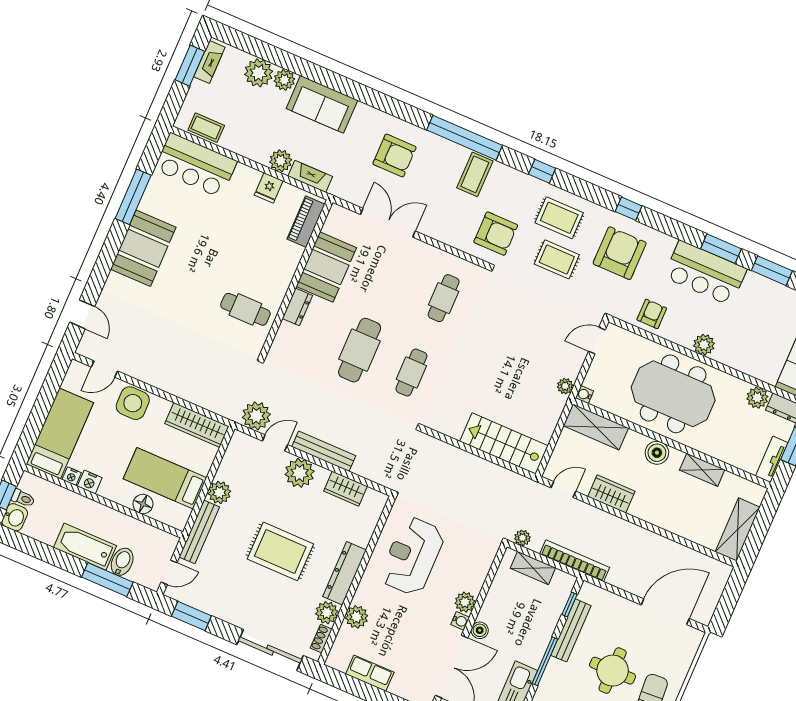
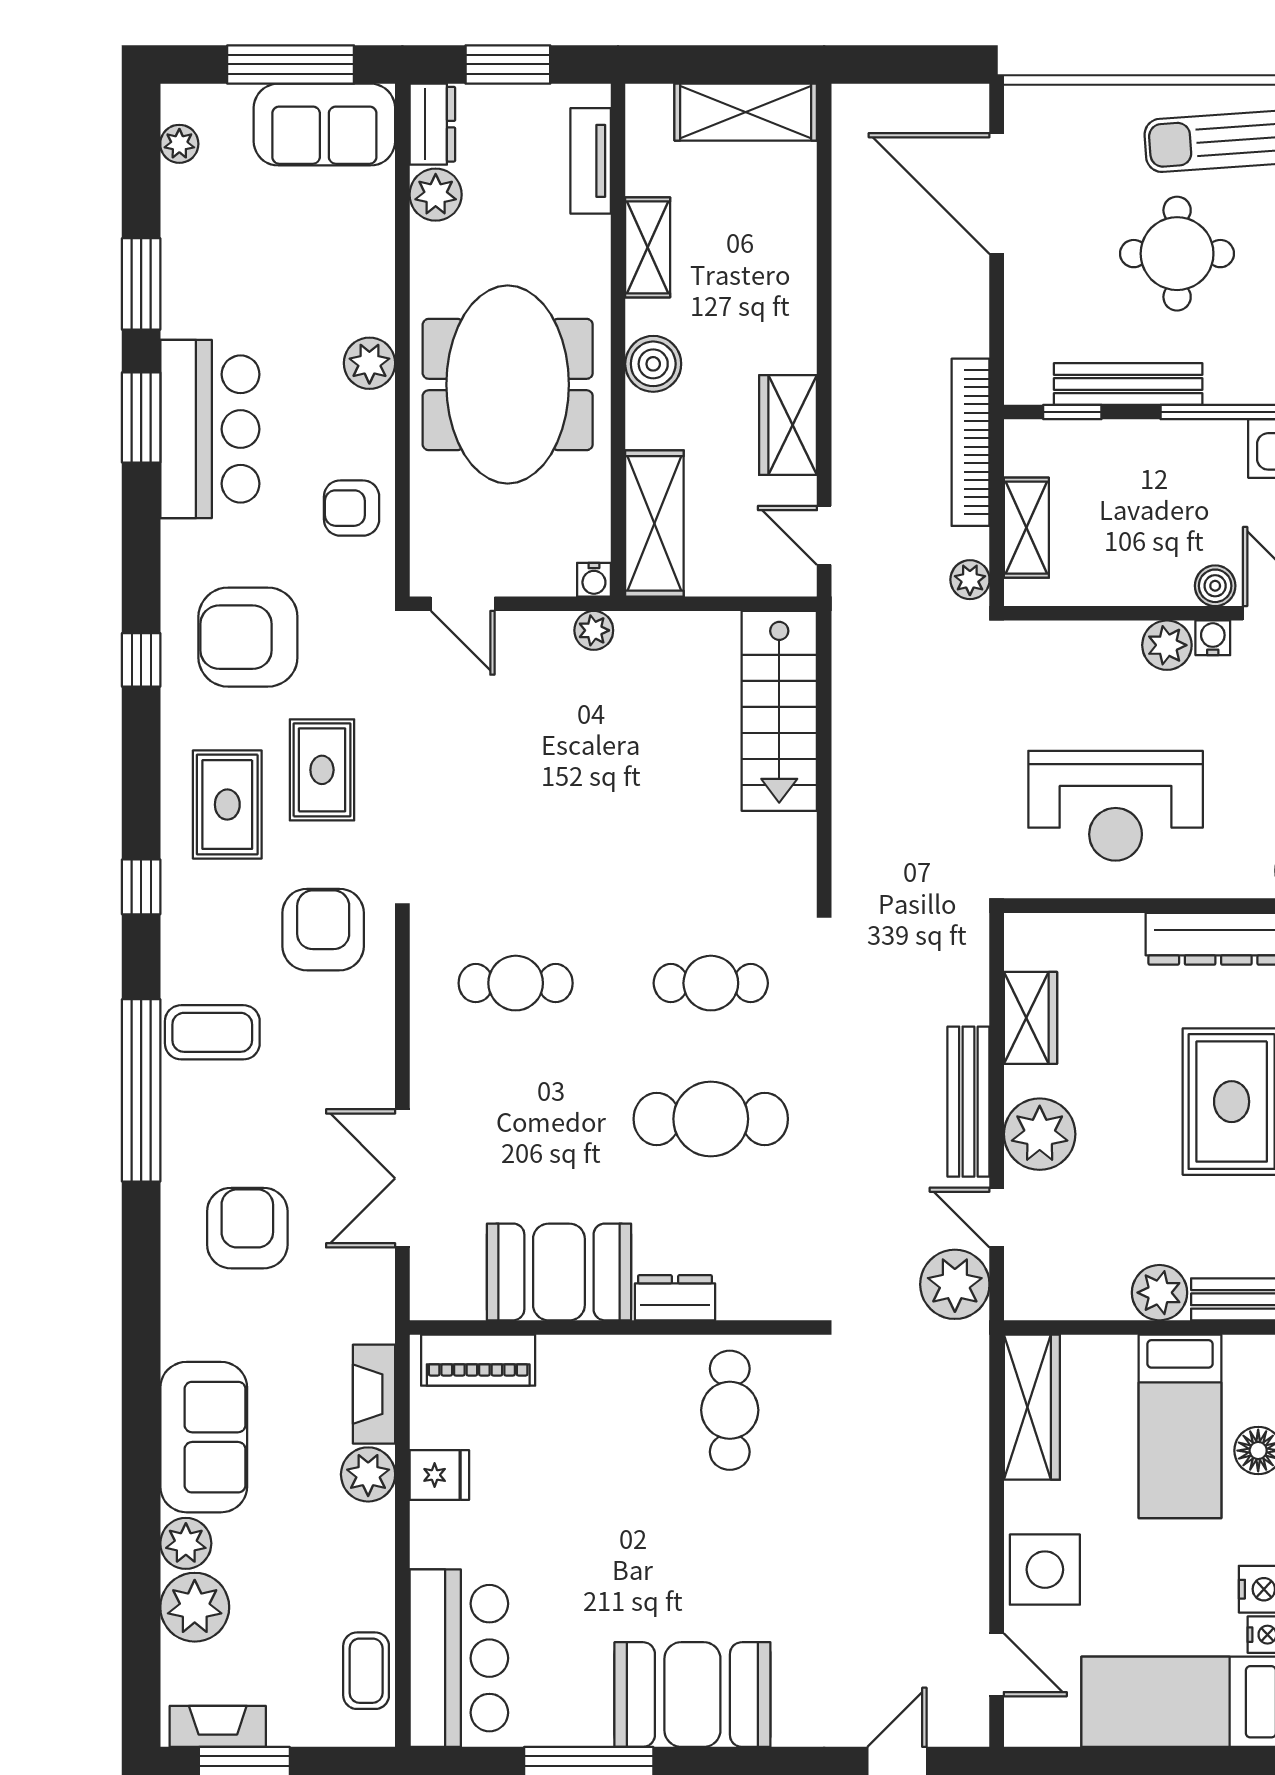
tv unit: (772, 459) -> (591, 161), moved, turned 90

